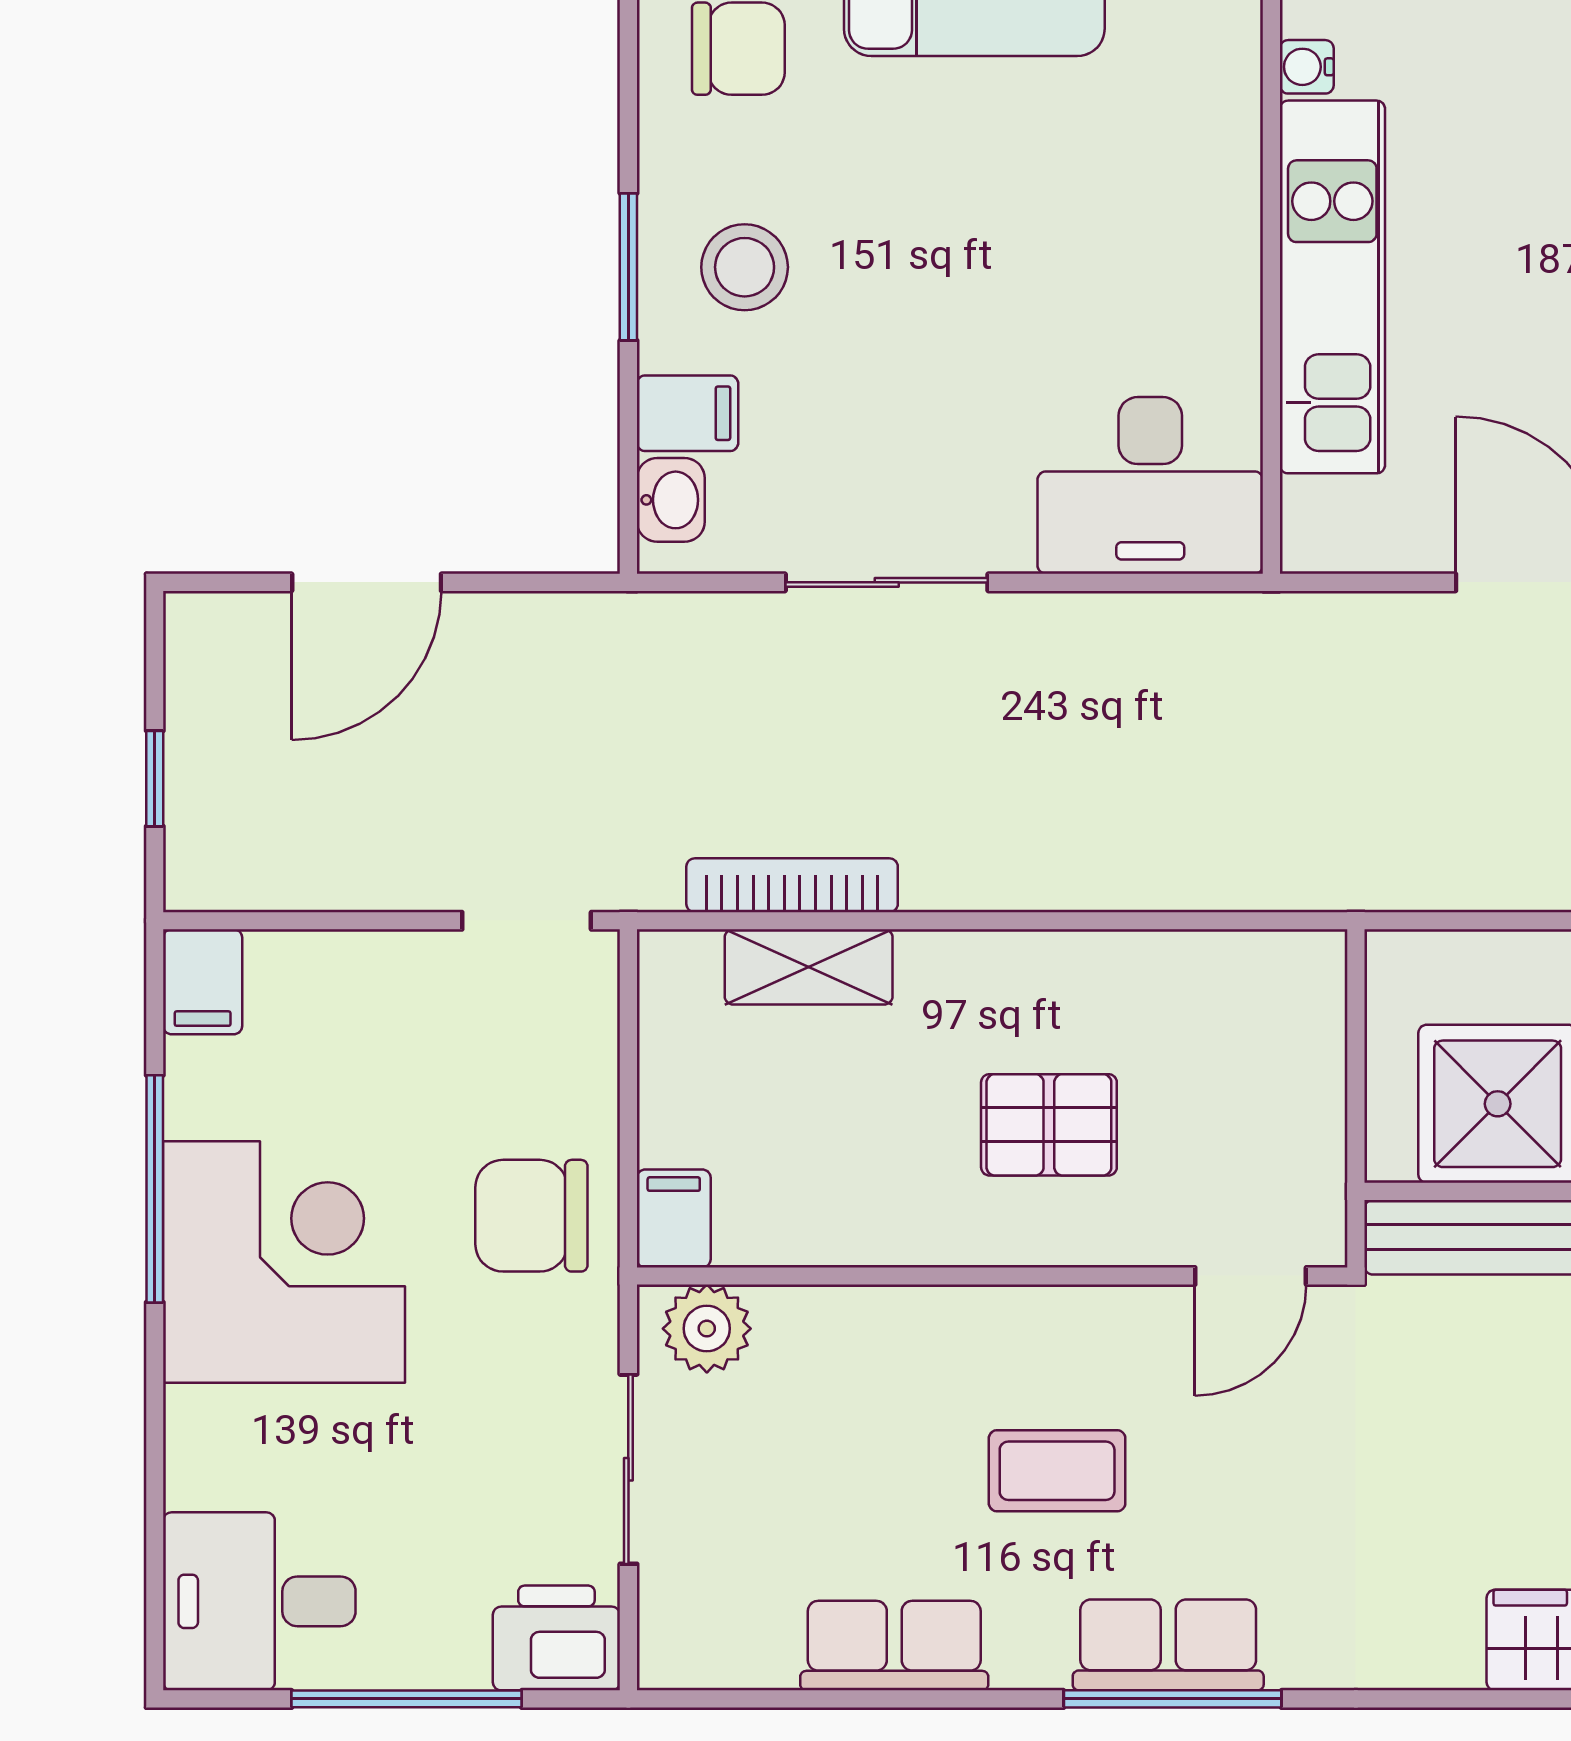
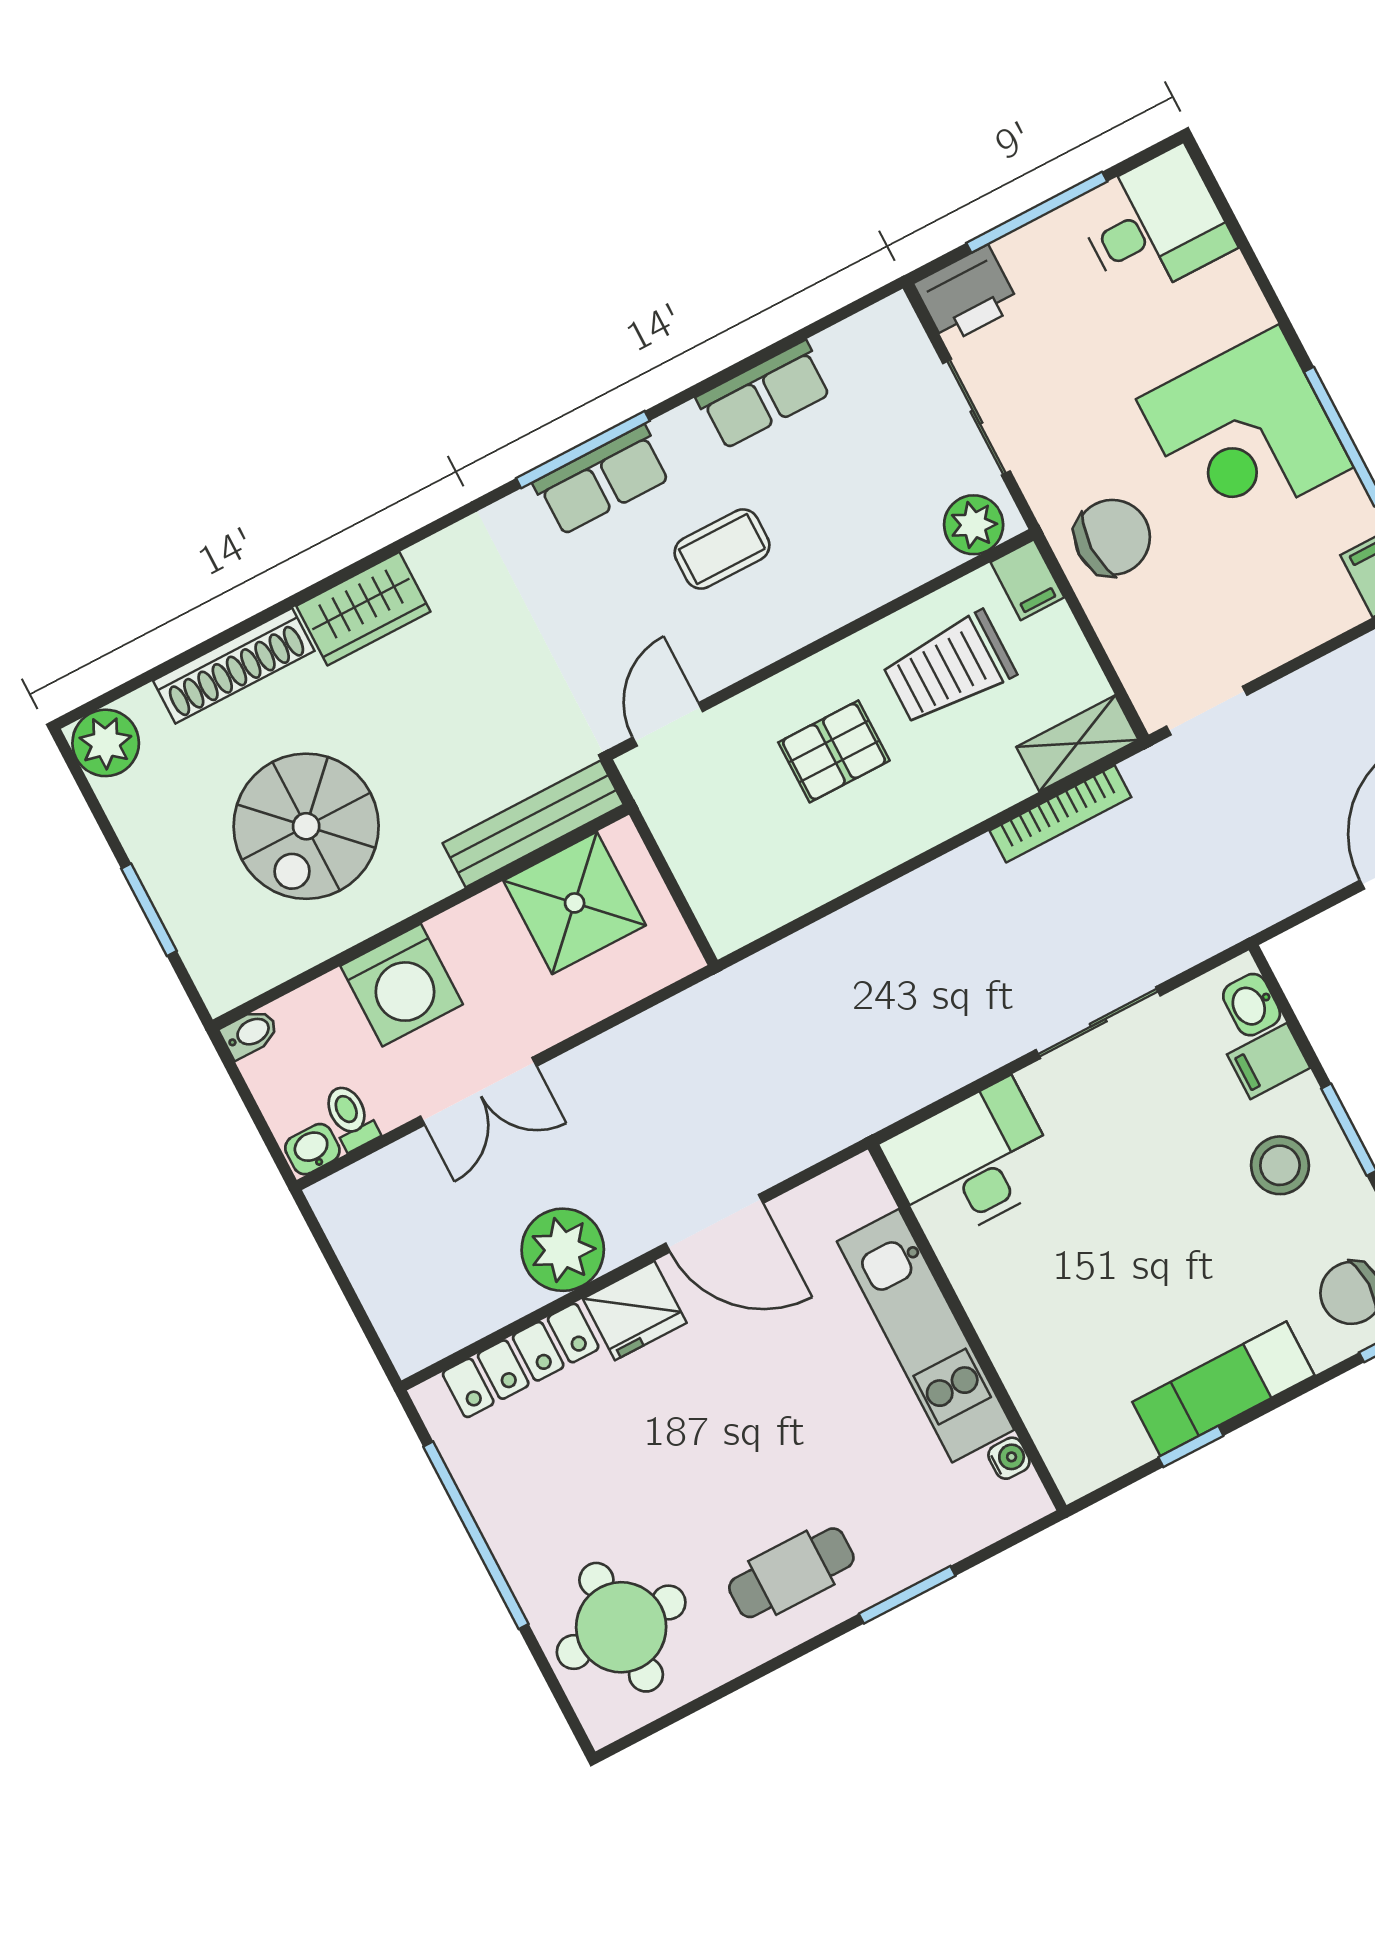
shelving: (809, 967) -> (1077, 743), moved
trolley: (839, 1155) -> (949, 668), added

